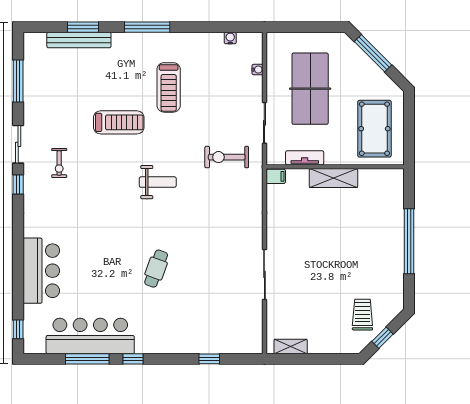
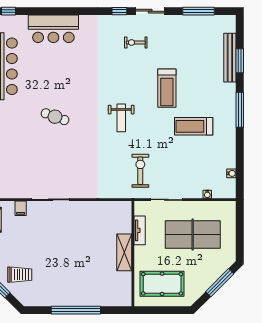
filing cabinet: (276, 176) -> (21, 208), moved

